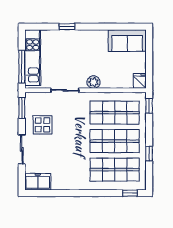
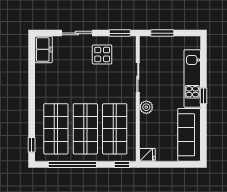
window: (67, 27) -> (203, 96), moved
sofa: (127, 41) -> (189, 135), width x1.36
kitchen unit: (33, 58) -> (192, 78), moved, turned 90
window: (22, 67) -> (162, 33), width x0.69
window: (149, 154) -> (72, 164), width x3.17

